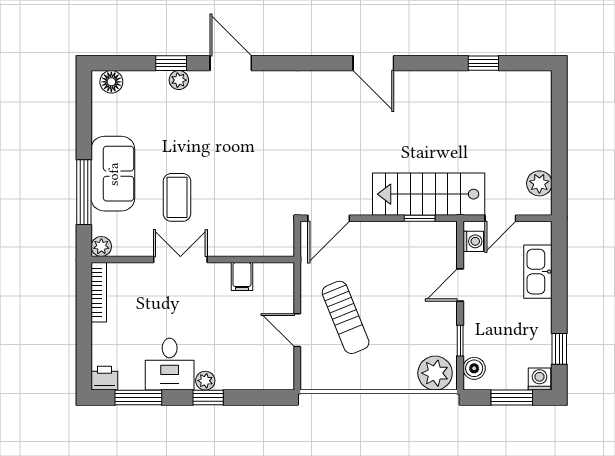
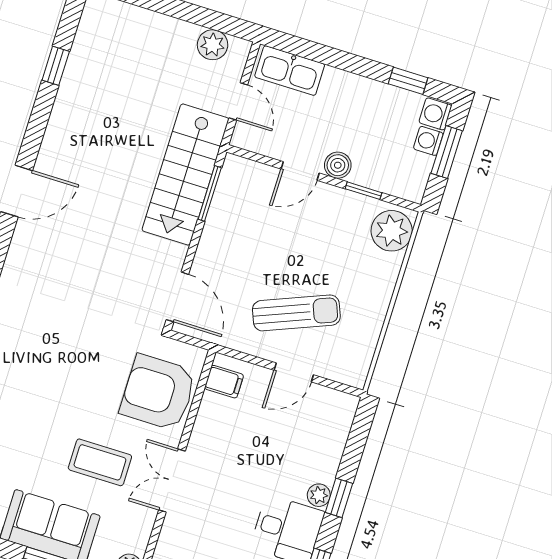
window: (420, 218) -> (210, 193), width x1.50
armchair: (247, 227) -> (158, 392), added
washing machine: (473, 241) -> (428, 141), moved, turned -90
kitchen sink: (538, 272) -> (290, 71), moved
filing cabinet: (242, 277) -> (224, 382), moved
door: (460, 285) -> (300, 171), hinge flipped
boiler: (474, 368) -> (338, 165), moved

